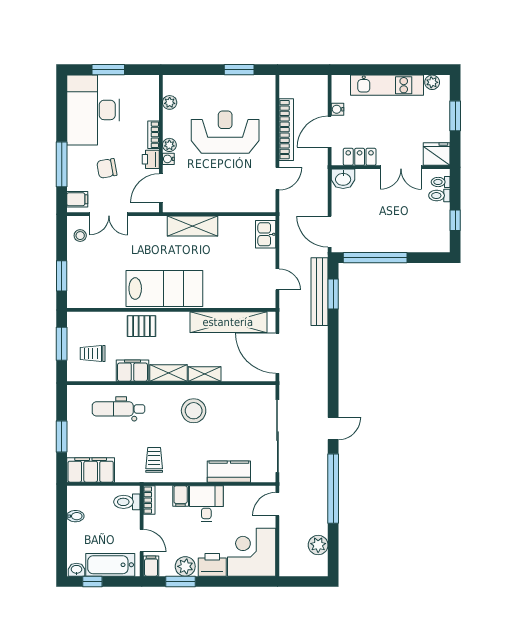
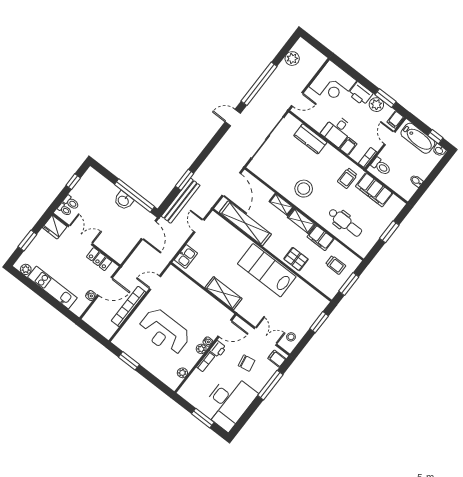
washbasin: (343, 179) -> (124, 201), moved, turned 180
window: (333, 294) -> (185, 180), moved
filing cabinet: (91, 470) -> (374, 190), moved

